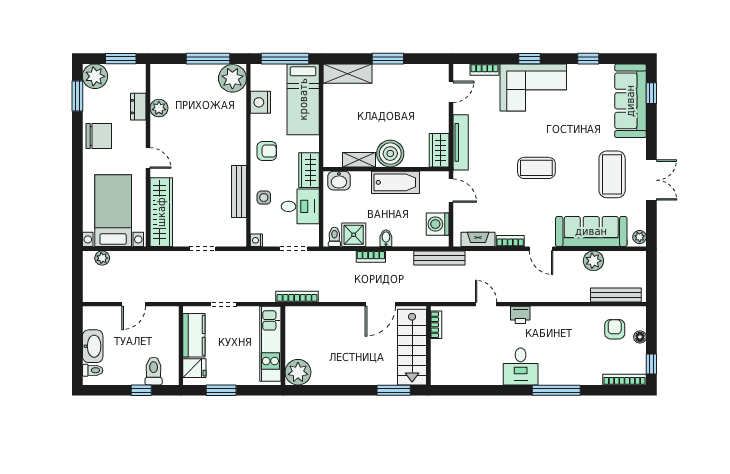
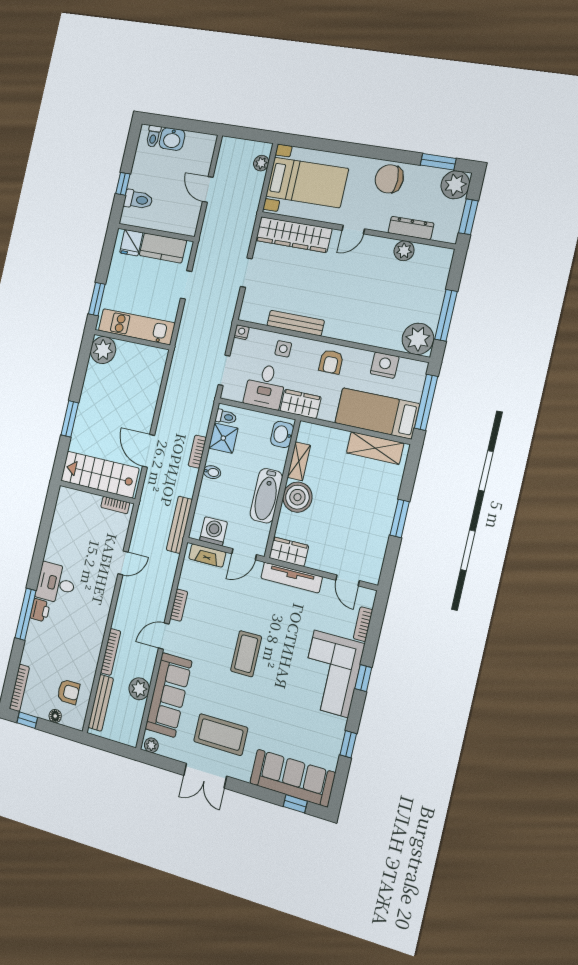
shelving: (348, 74) -> (375, 448), moved, turned 90
dresser: (138, 107) -> (411, 228), width x1.44
chair: (99, 136) -> (389, 179), turned 90
fireplace: (478, 239) -> (207, 555), moved, turned 90
bookcase: (297, 297) -> (111, 652), moved
printer: (520, 315) -> (40, 610), moved, turned 180
washbasin: (93, 346) -> (172, 139), width x0.72
window: (221, 390) -> (97, 299), moved
window: (394, 390) -> (70, 419), moved

